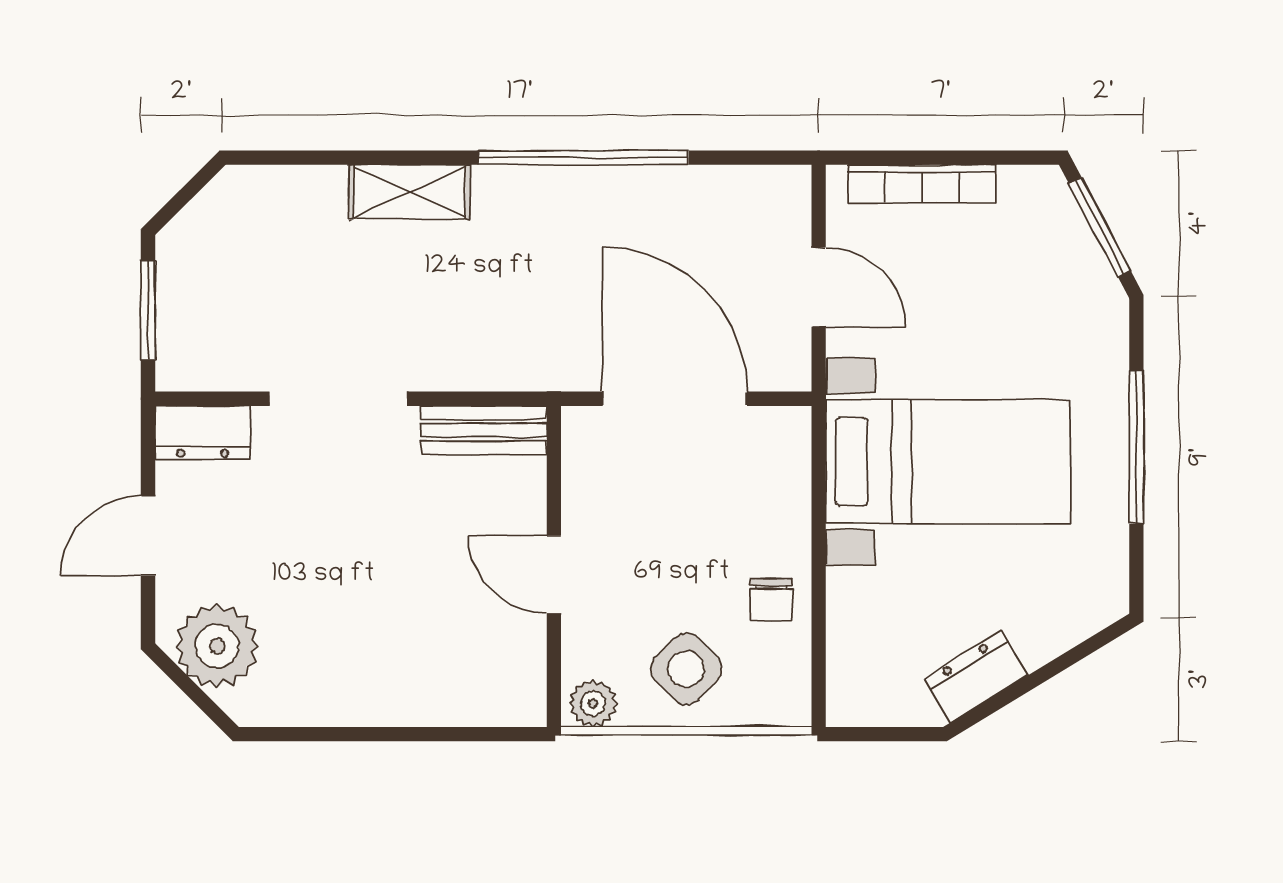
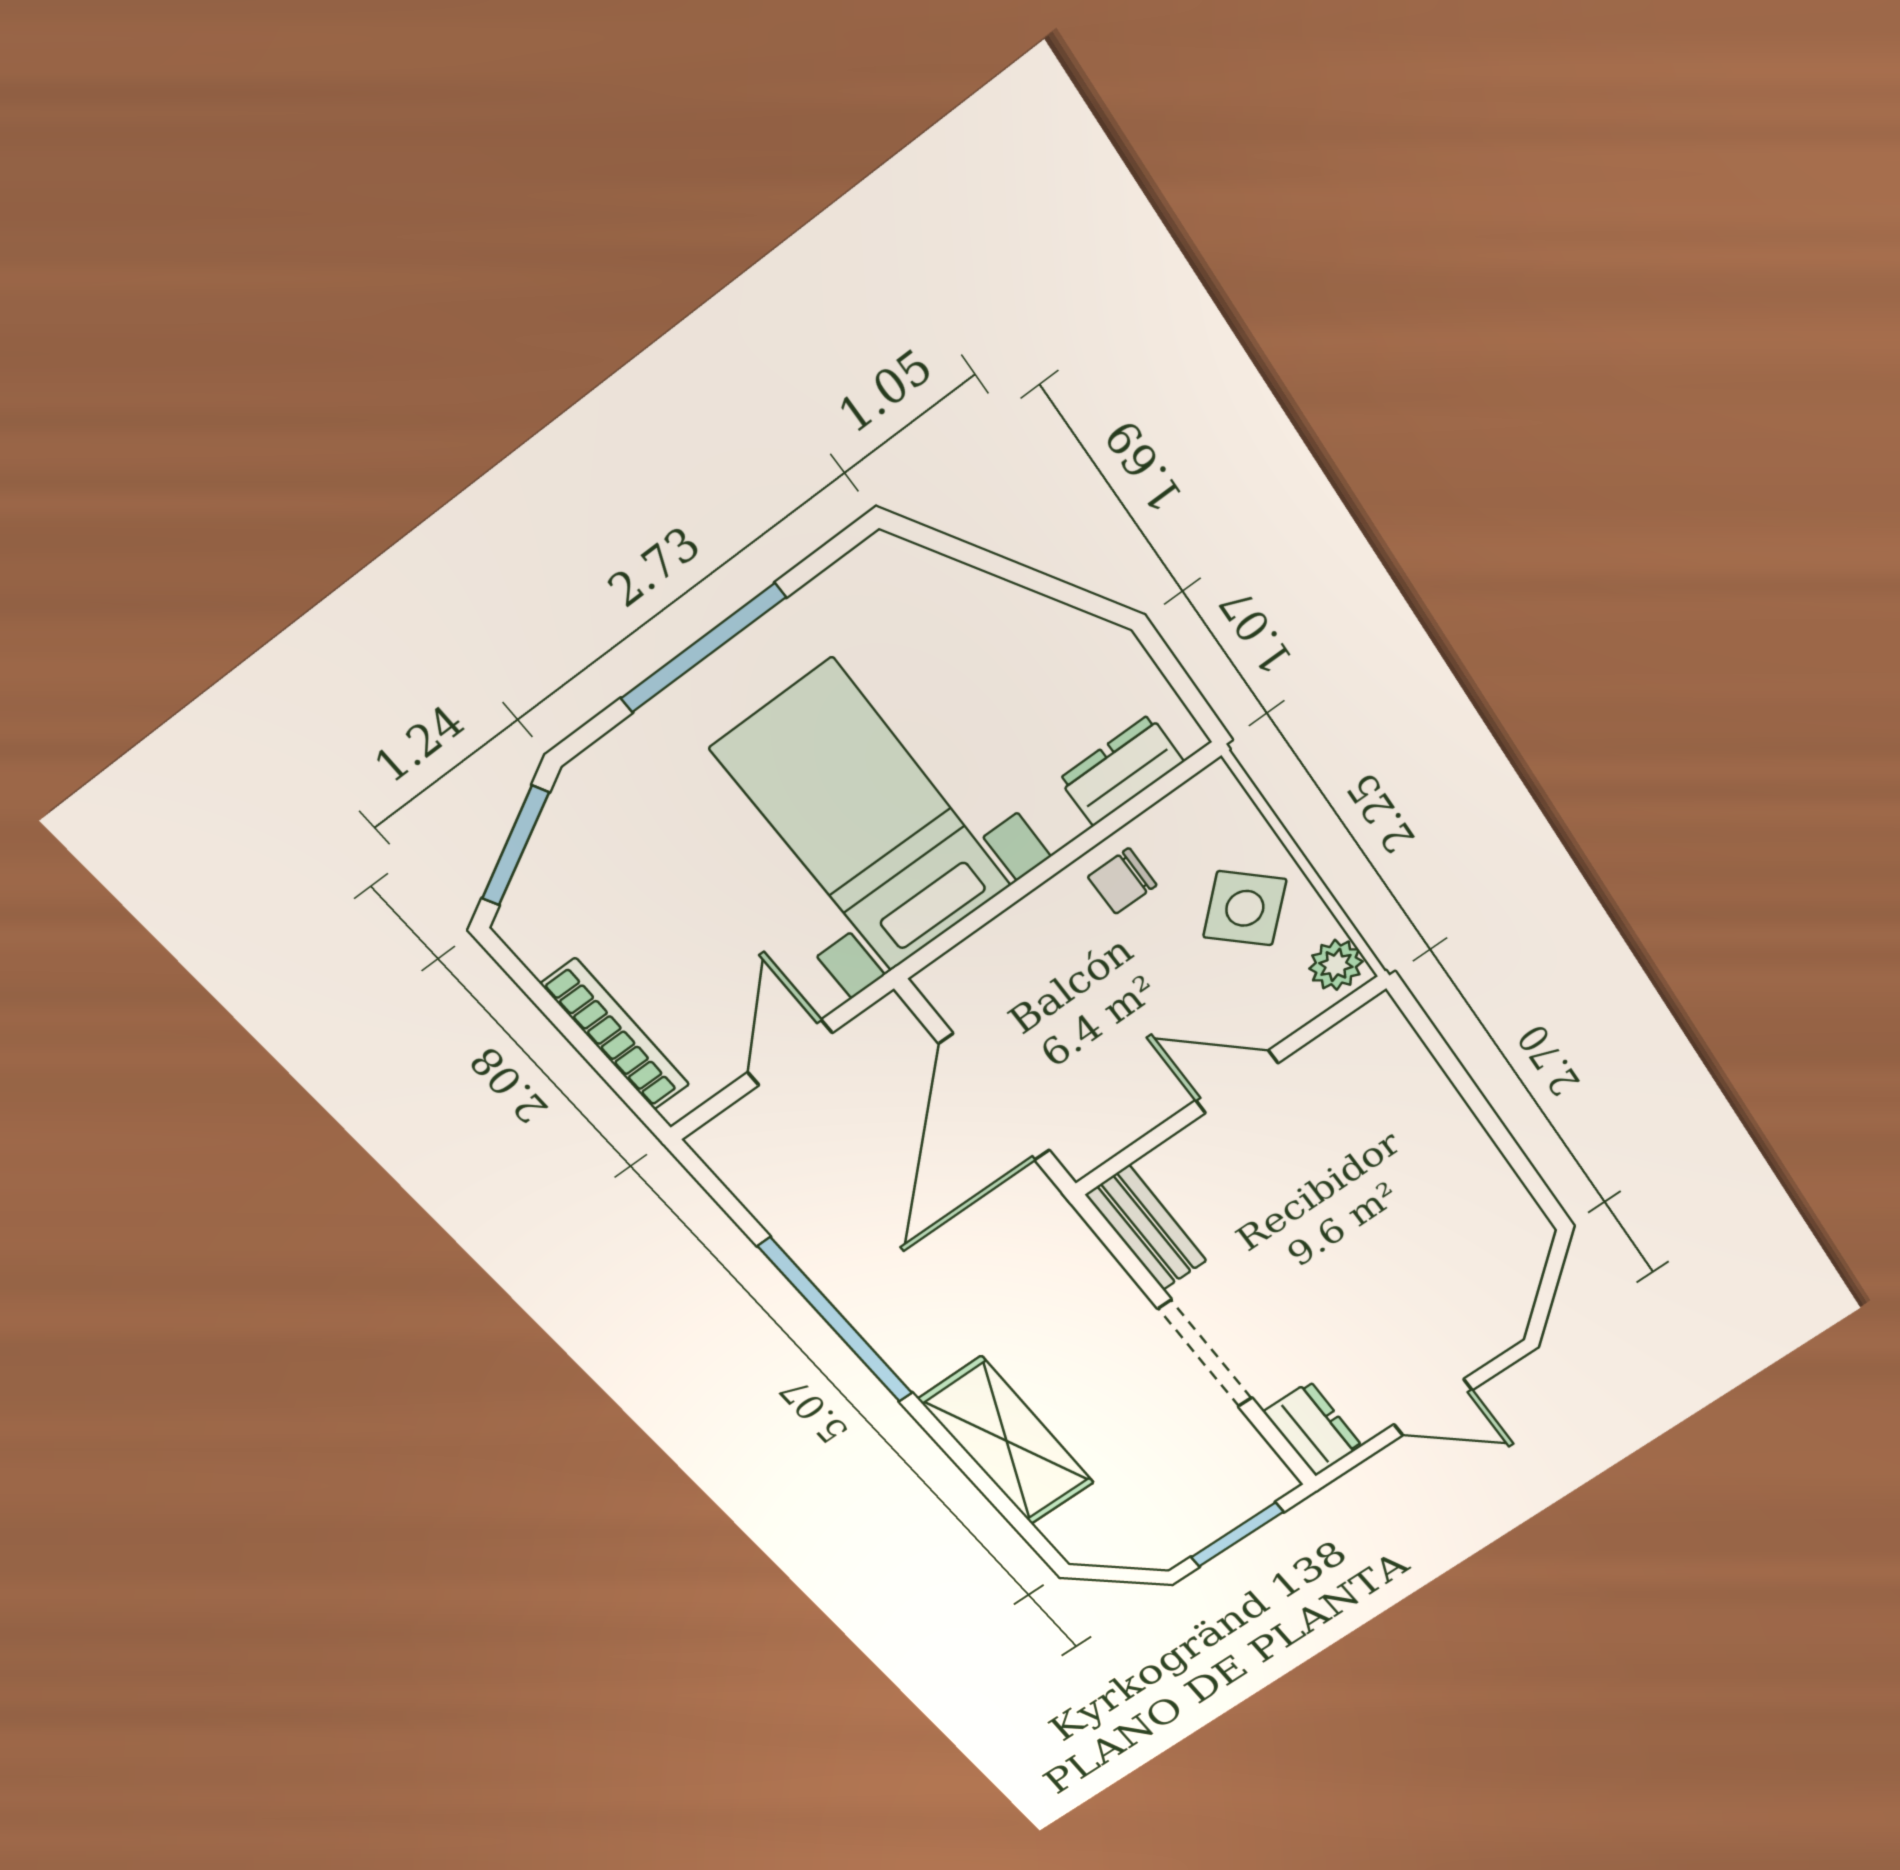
shelving: (410, 192) -> (1007, 1441), width x1.50, depth x1.33
door: (554, 574) -> (1237, 1082), swing flipped
chair: (771, 600) -> (1122, 881), turned 180
plant: (217, 646) -> (1495, 1294), removed
dresser: (976, 677) -> (1121, 770), moved, turned 121

